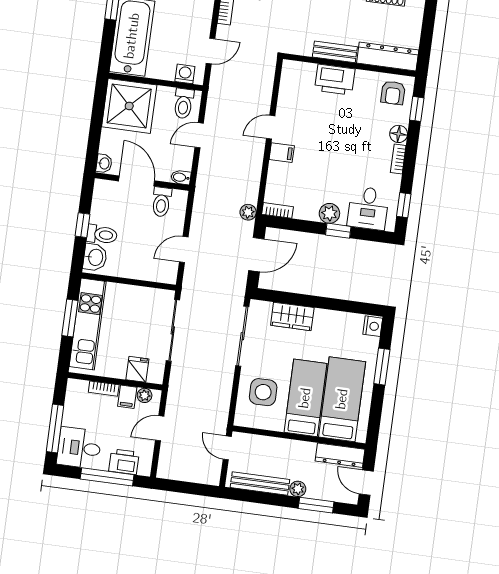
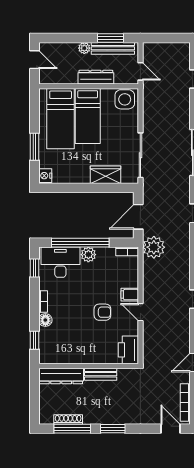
printer: (335, 80) -> (128, 350), moved, turned -90
armchair: (393, 93) -> (102, 312), moved, turned 90
door: (271, 127) -> (140, 312), swing flipped
desk: (368, 208) -> (60, 262), width x1.37
plant: (248, 212) -> (154, 247), width x1.88, depth x1.88
window: (338, 231) -> (80, 243), width x3.17
side table: (263, 392) -> (125, 99), moved
dresser: (340, 455) -> (96, 77), moved
window: (316, 505) -> (110, 38), moved

